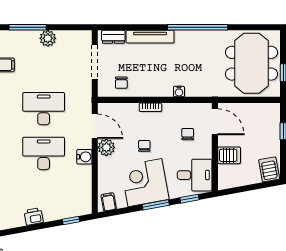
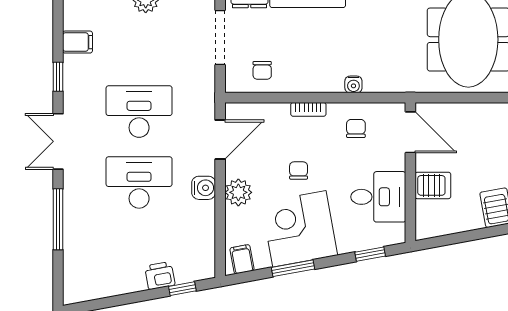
door: (95, 126) -> (220, 140), hinge flipped
chair: (188, 134) -> (356, 128), moved
plant: (106, 147) -> (238, 192), moved
desk: (195, 175) -> (378, 197), moved
window: (156, 205) -> (293, 268), moved
printer: (34, 216) -> (160, 276), moved

